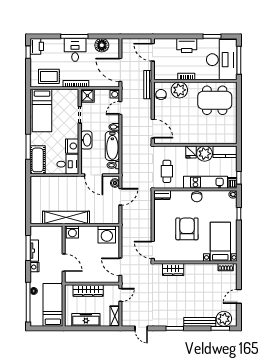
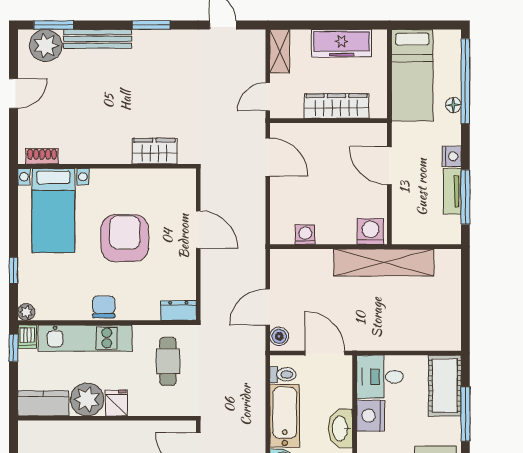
armchair: (187, 229) -> (125, 238), turned 180
washing machine: (107, 235) -> (305, 235), width x0.53, depth x0.53
door: (153, 250) -> (198, 230), moved

